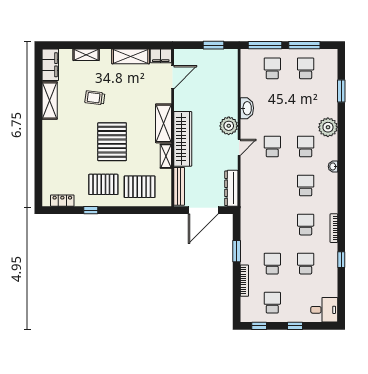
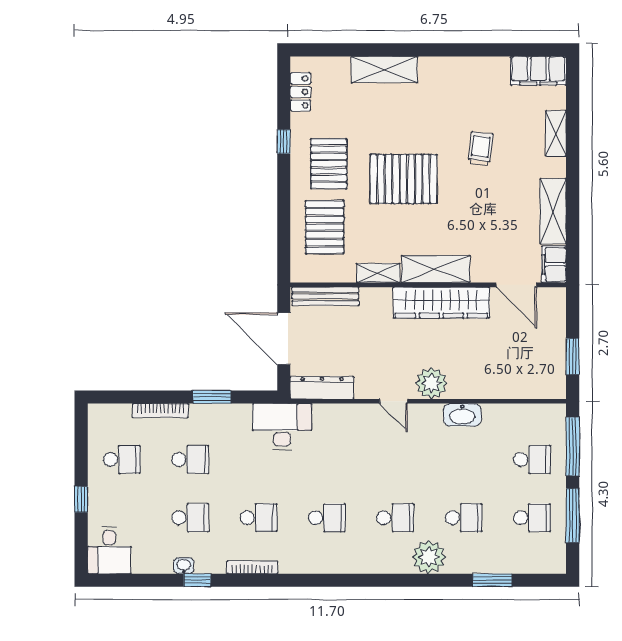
shelving: (50, 100) -> (384, 70), moved
wardrobe: (183, 139) -> (441, 303), moved
school desk: (272, 146) -> (464, 518), moved
washbasin: (333, 166) -> (184, 566), moved
desk: (254, 211) -> (282, 427), added
window: (259, 326) -> (81, 436), removed

